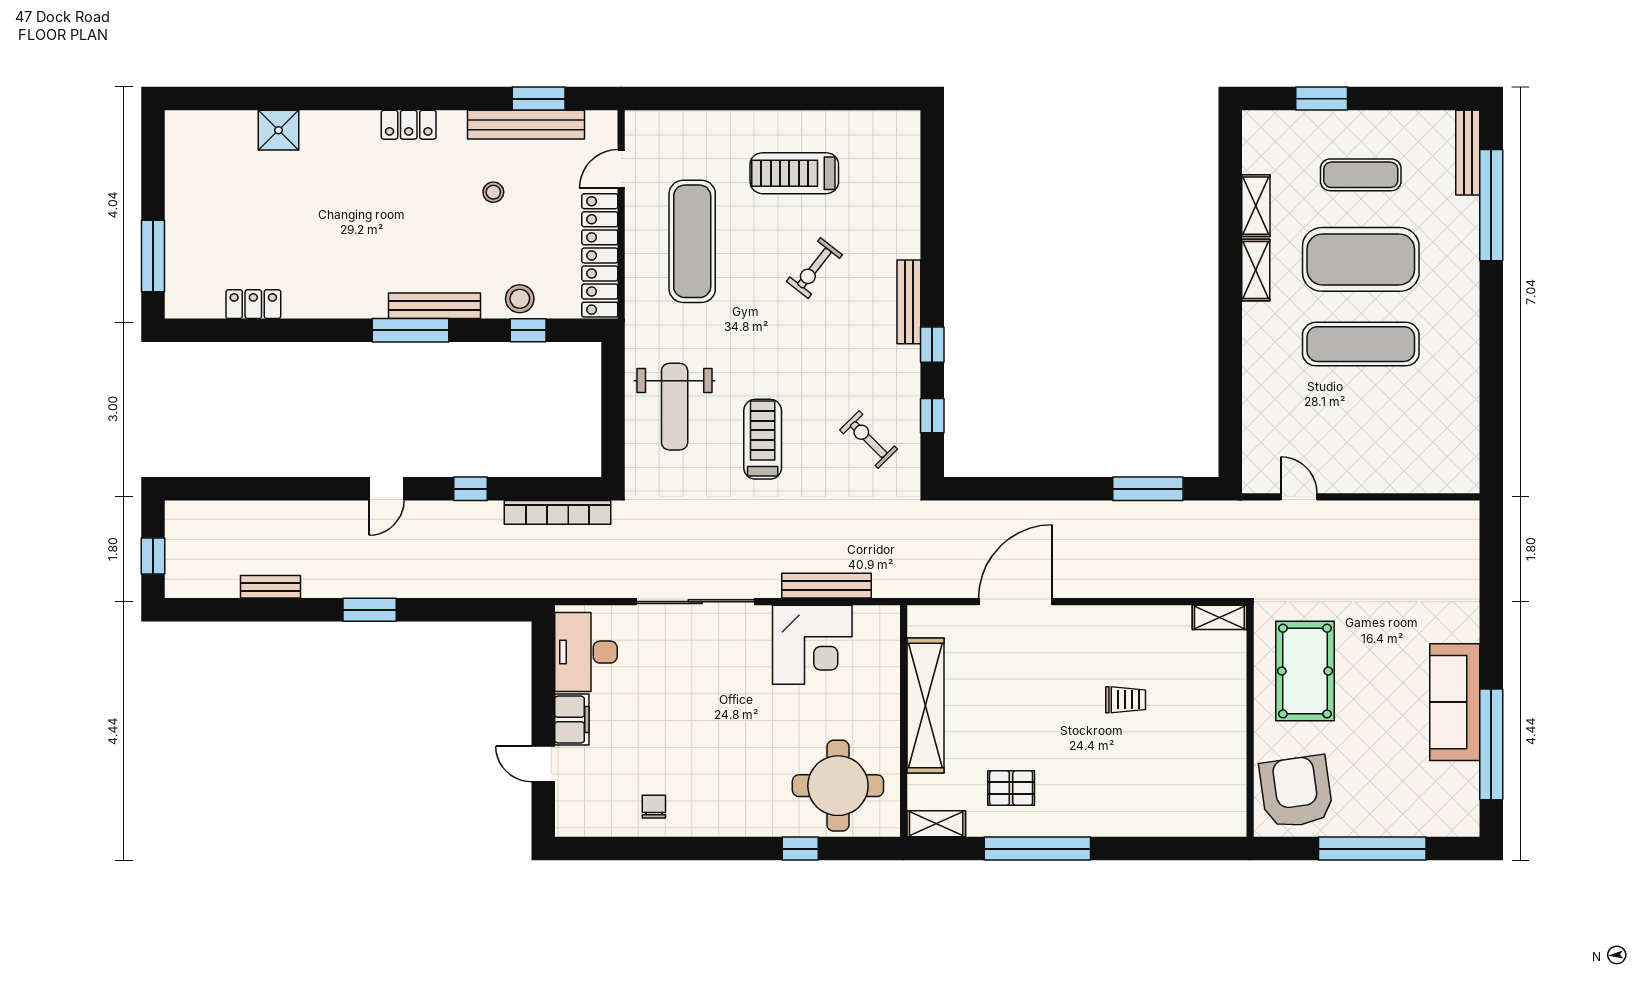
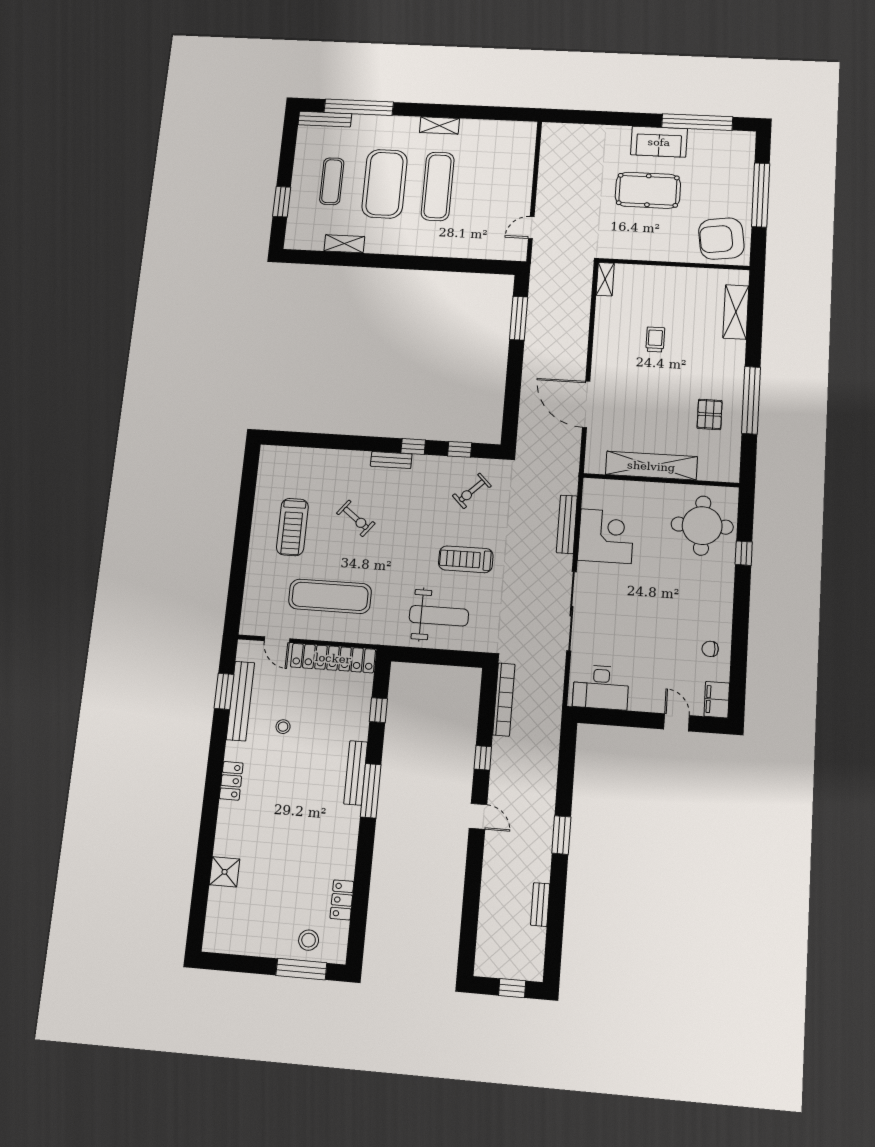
shelving: (1256, 270) -> (439, 125), moved
stool: (520, 299) -> (309, 940), moved
bench: (909, 302) -> (391, 460), width x0.73
pool table: (1305, 671) -> (648, 190), moved
sofa: (1455, 702) -> (659, 142), width x0.73
filing cabinet: (572, 720) -> (717, 700), moved, turned -90
door: (543, 764) -> (677, 722), swing flipped
shelving: (936, 824) -> (736, 312), moved, width x1.50, depth x1.33

